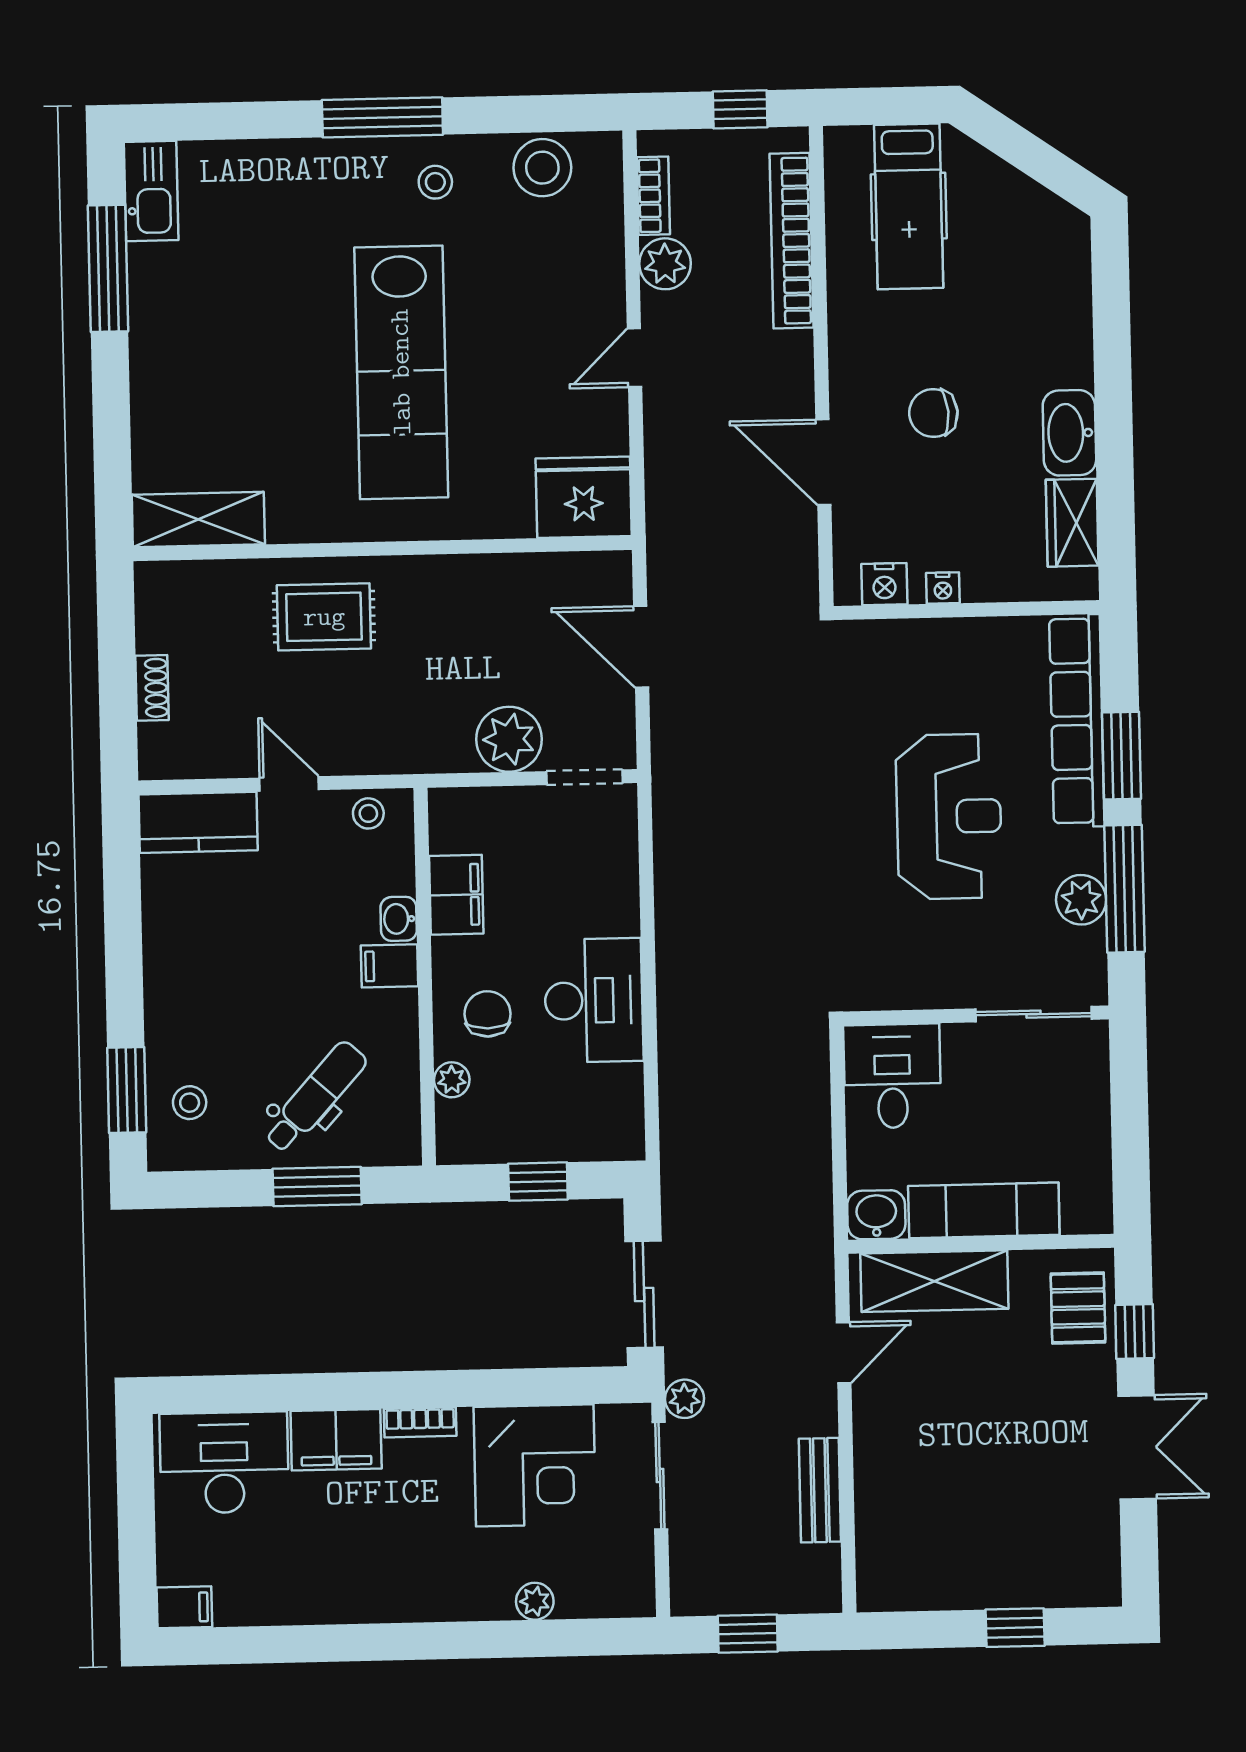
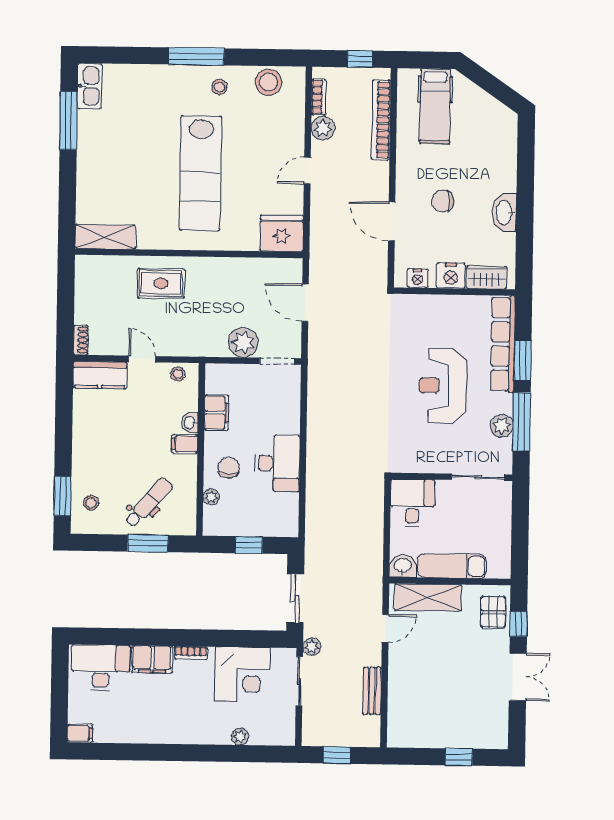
wardrobe: (1072, 523) -> (487, 277), moved, turned 90
nightstand: (943, 588) -> (451, 276), width x1.89, depth x1.79
shoe rack: (152, 688) -> (81, 340), moved
reception desk: (949, 817) -> (443, 386), turned 180

